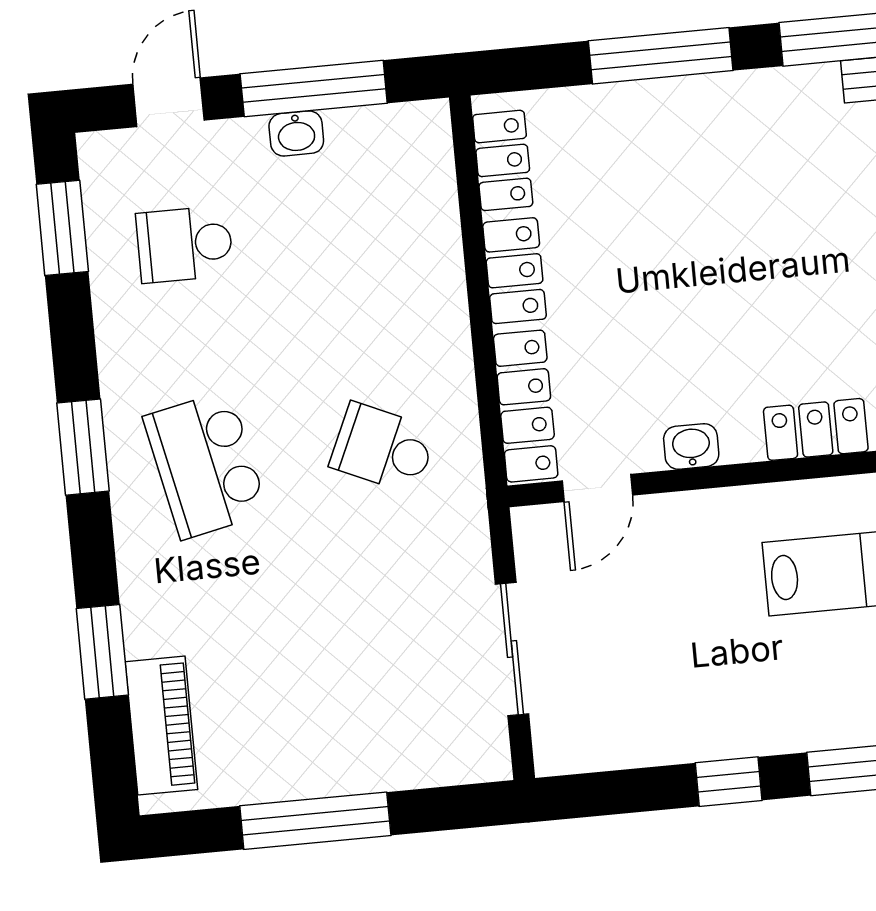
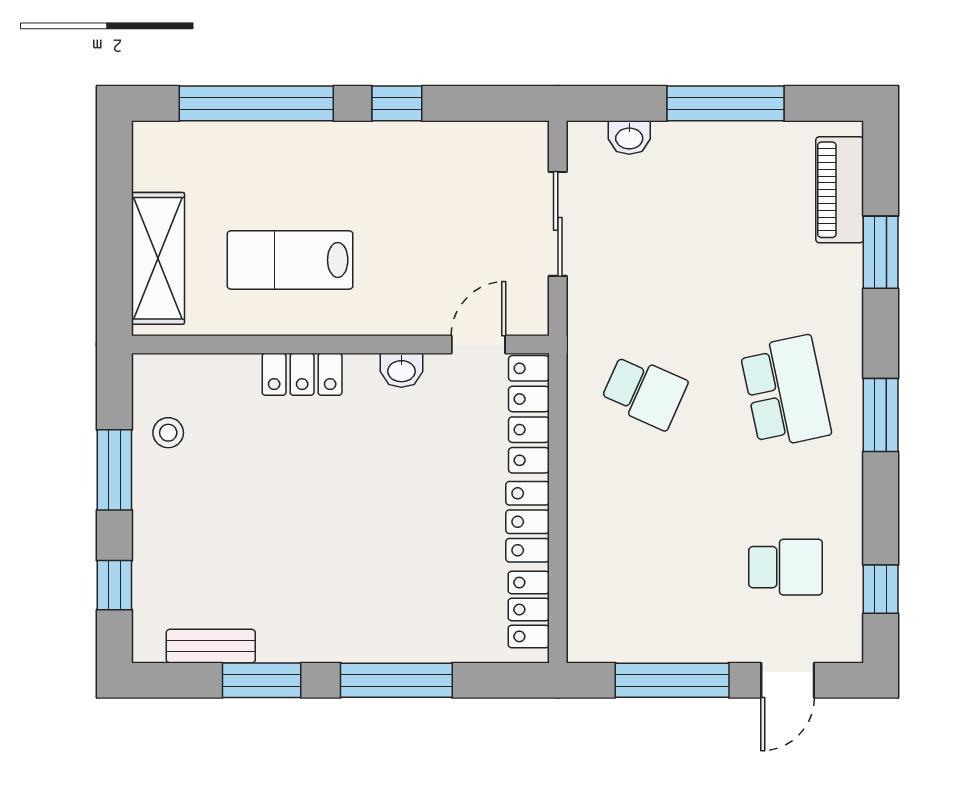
washbasin: (296, 133) -> (629, 137), moved, turned 180
window: (62, 228) -> (881, 589), width x0.67

